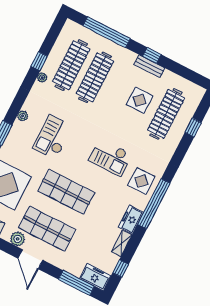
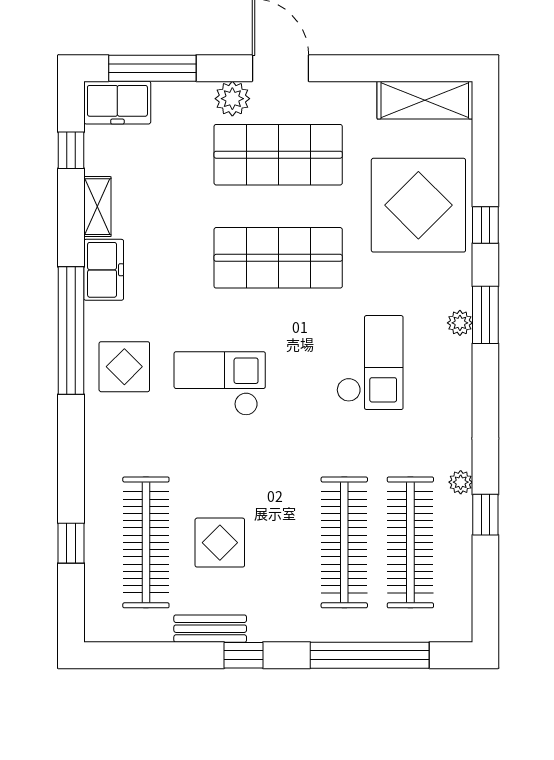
bench: (149, 66) -> (210, 629), moved
plant: (23, 116) -> (460, 323), moved
plant: (18, 239) -> (232, 99), moved

